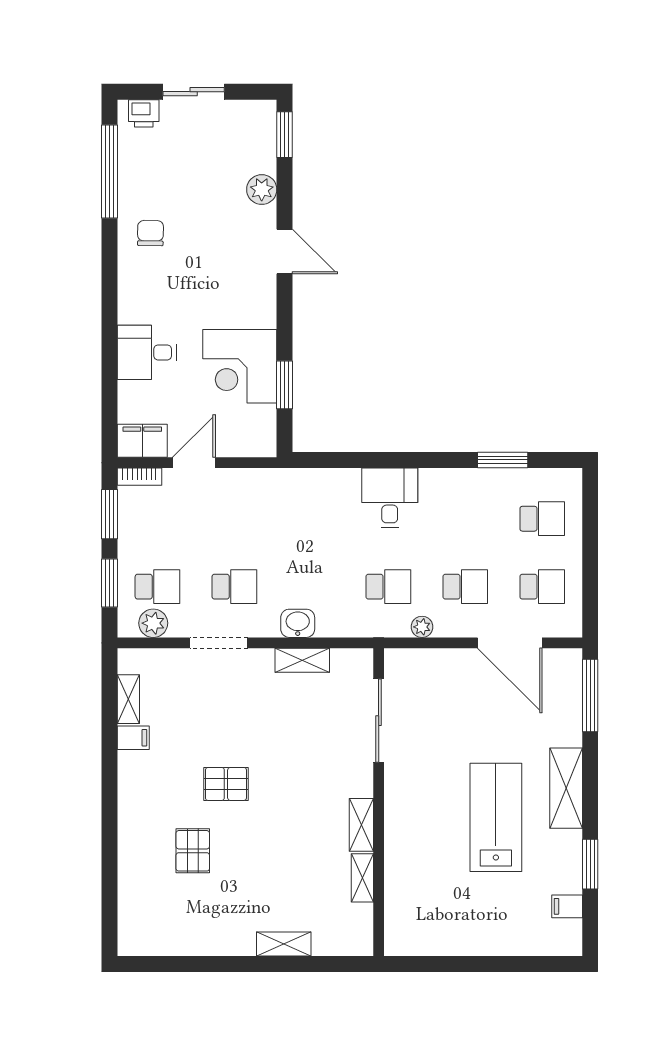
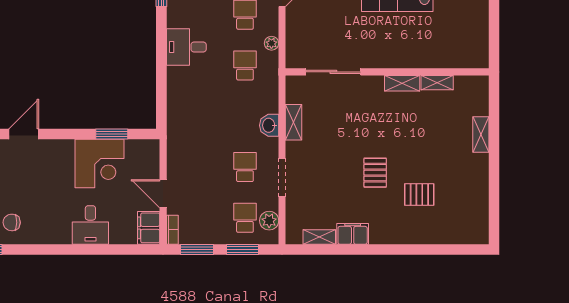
desk: (390, 498) -> (186, 47), moved
filing cabinet: (133, 738) -> (353, 234), width x2.00

